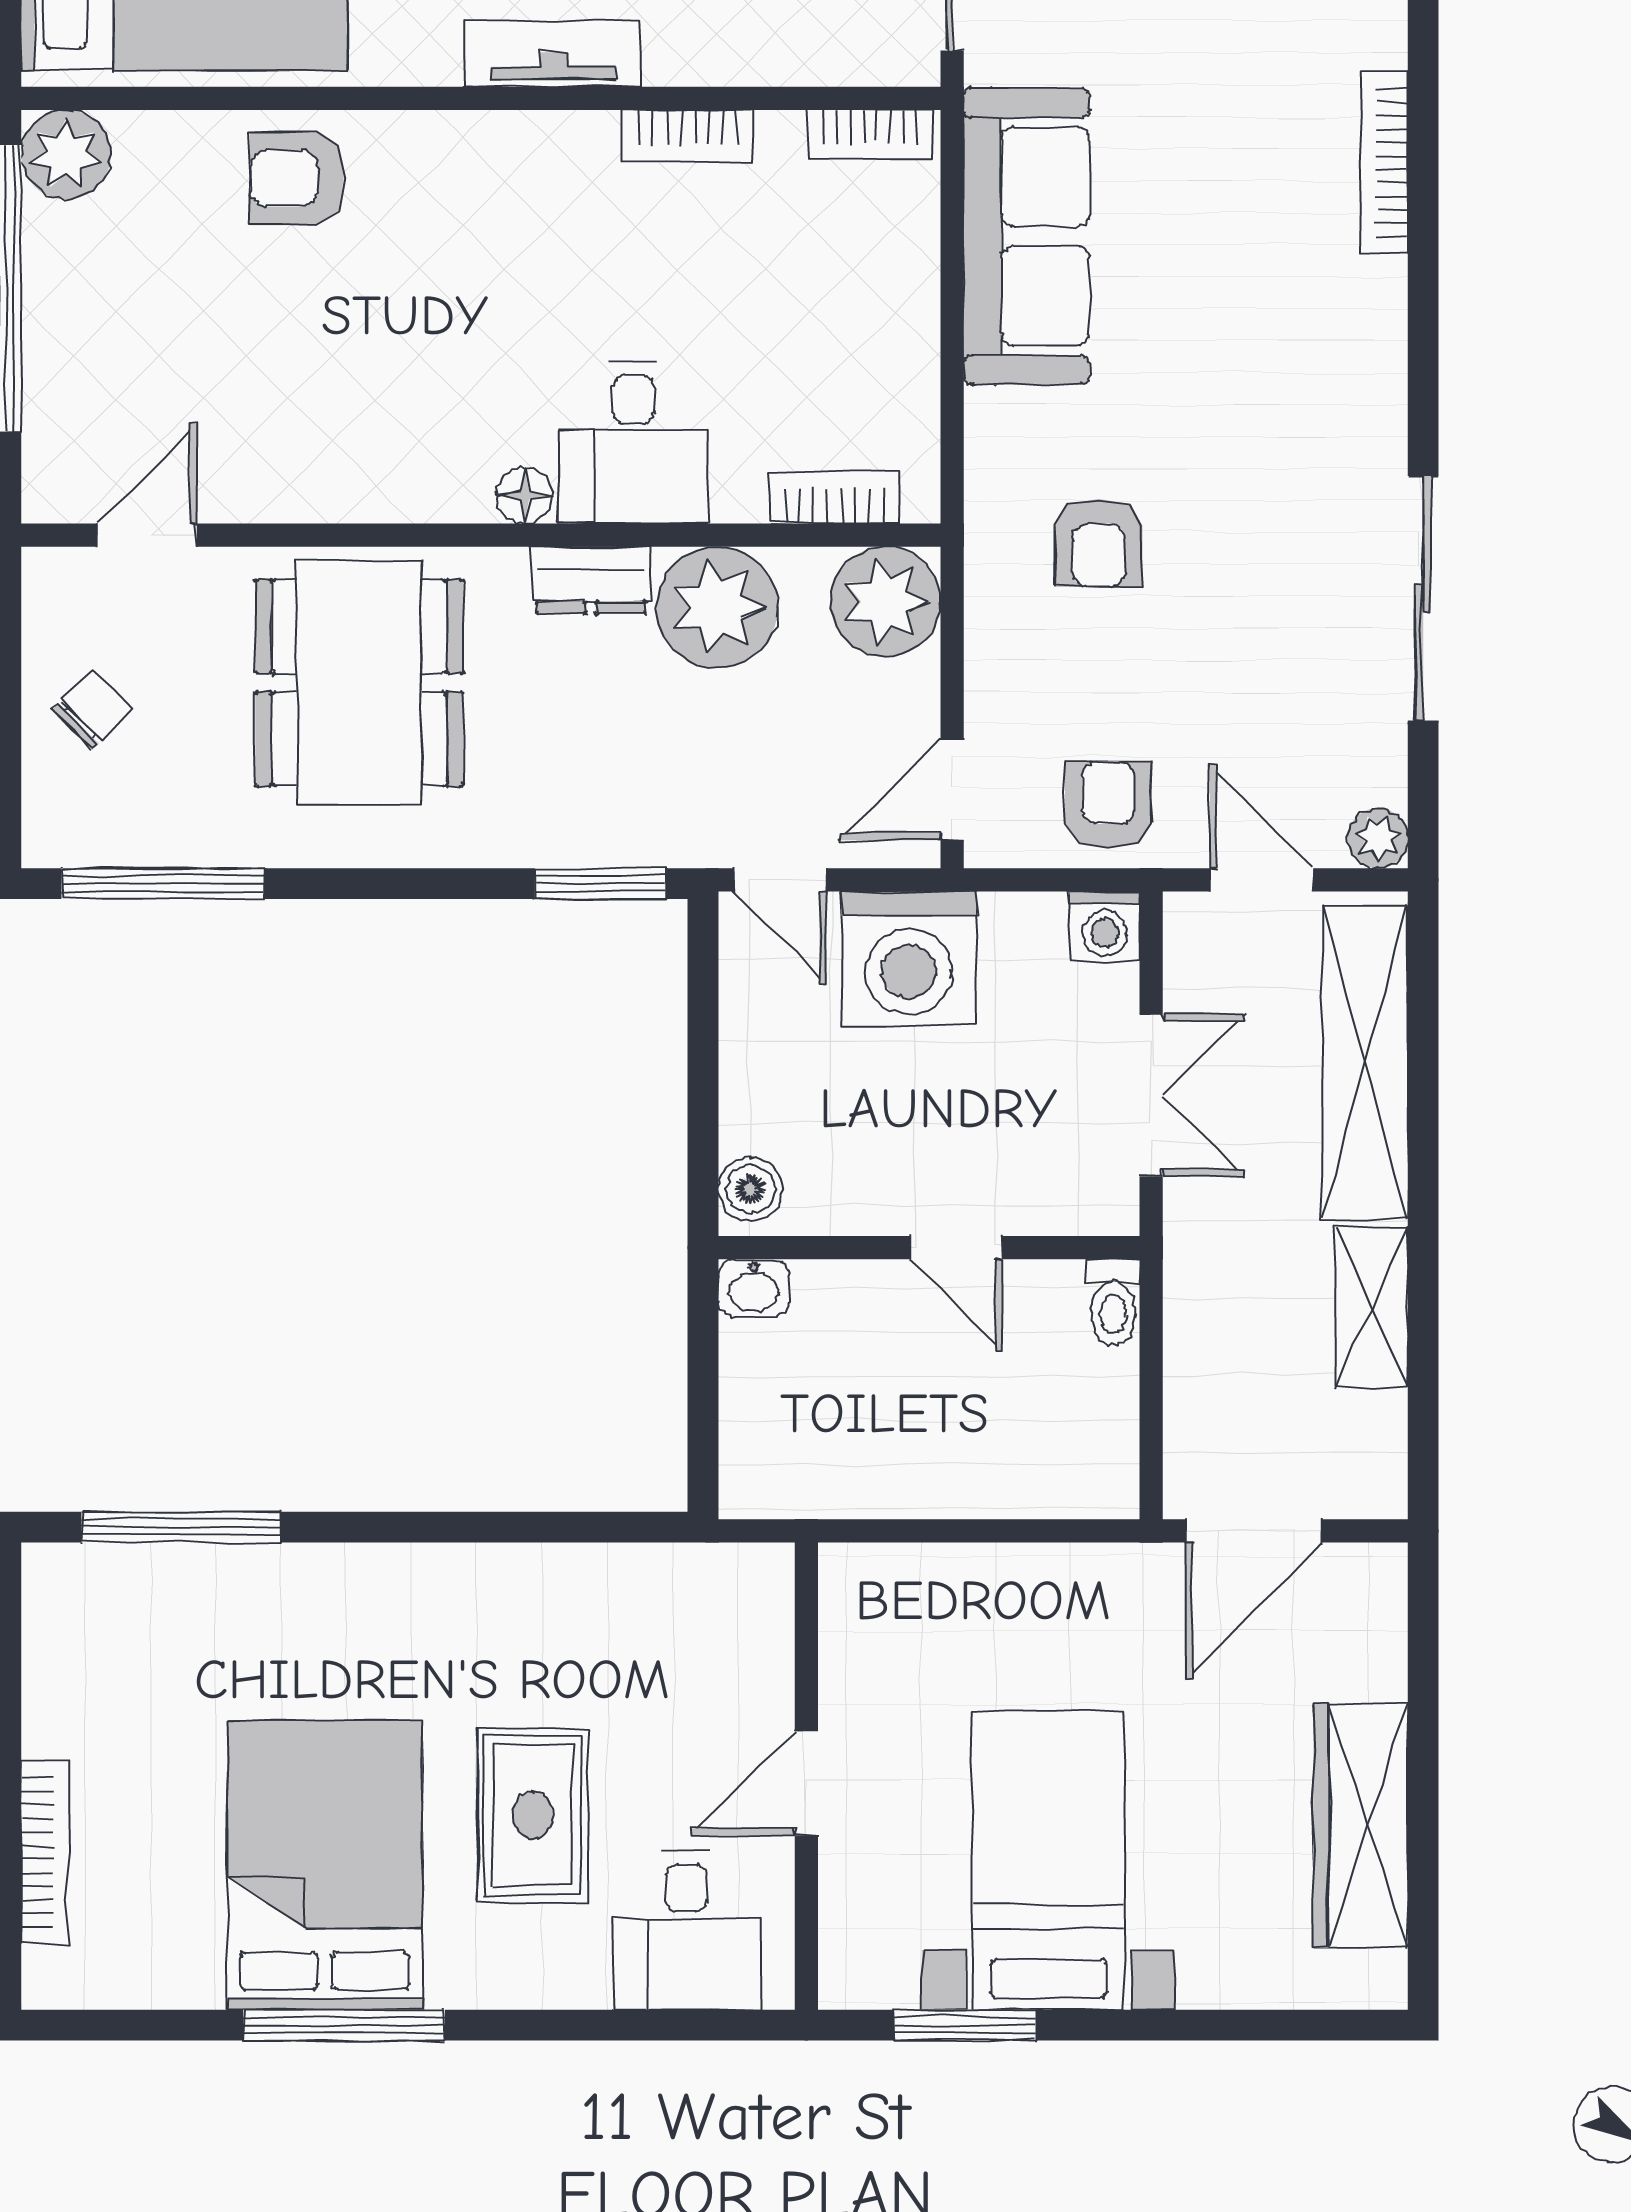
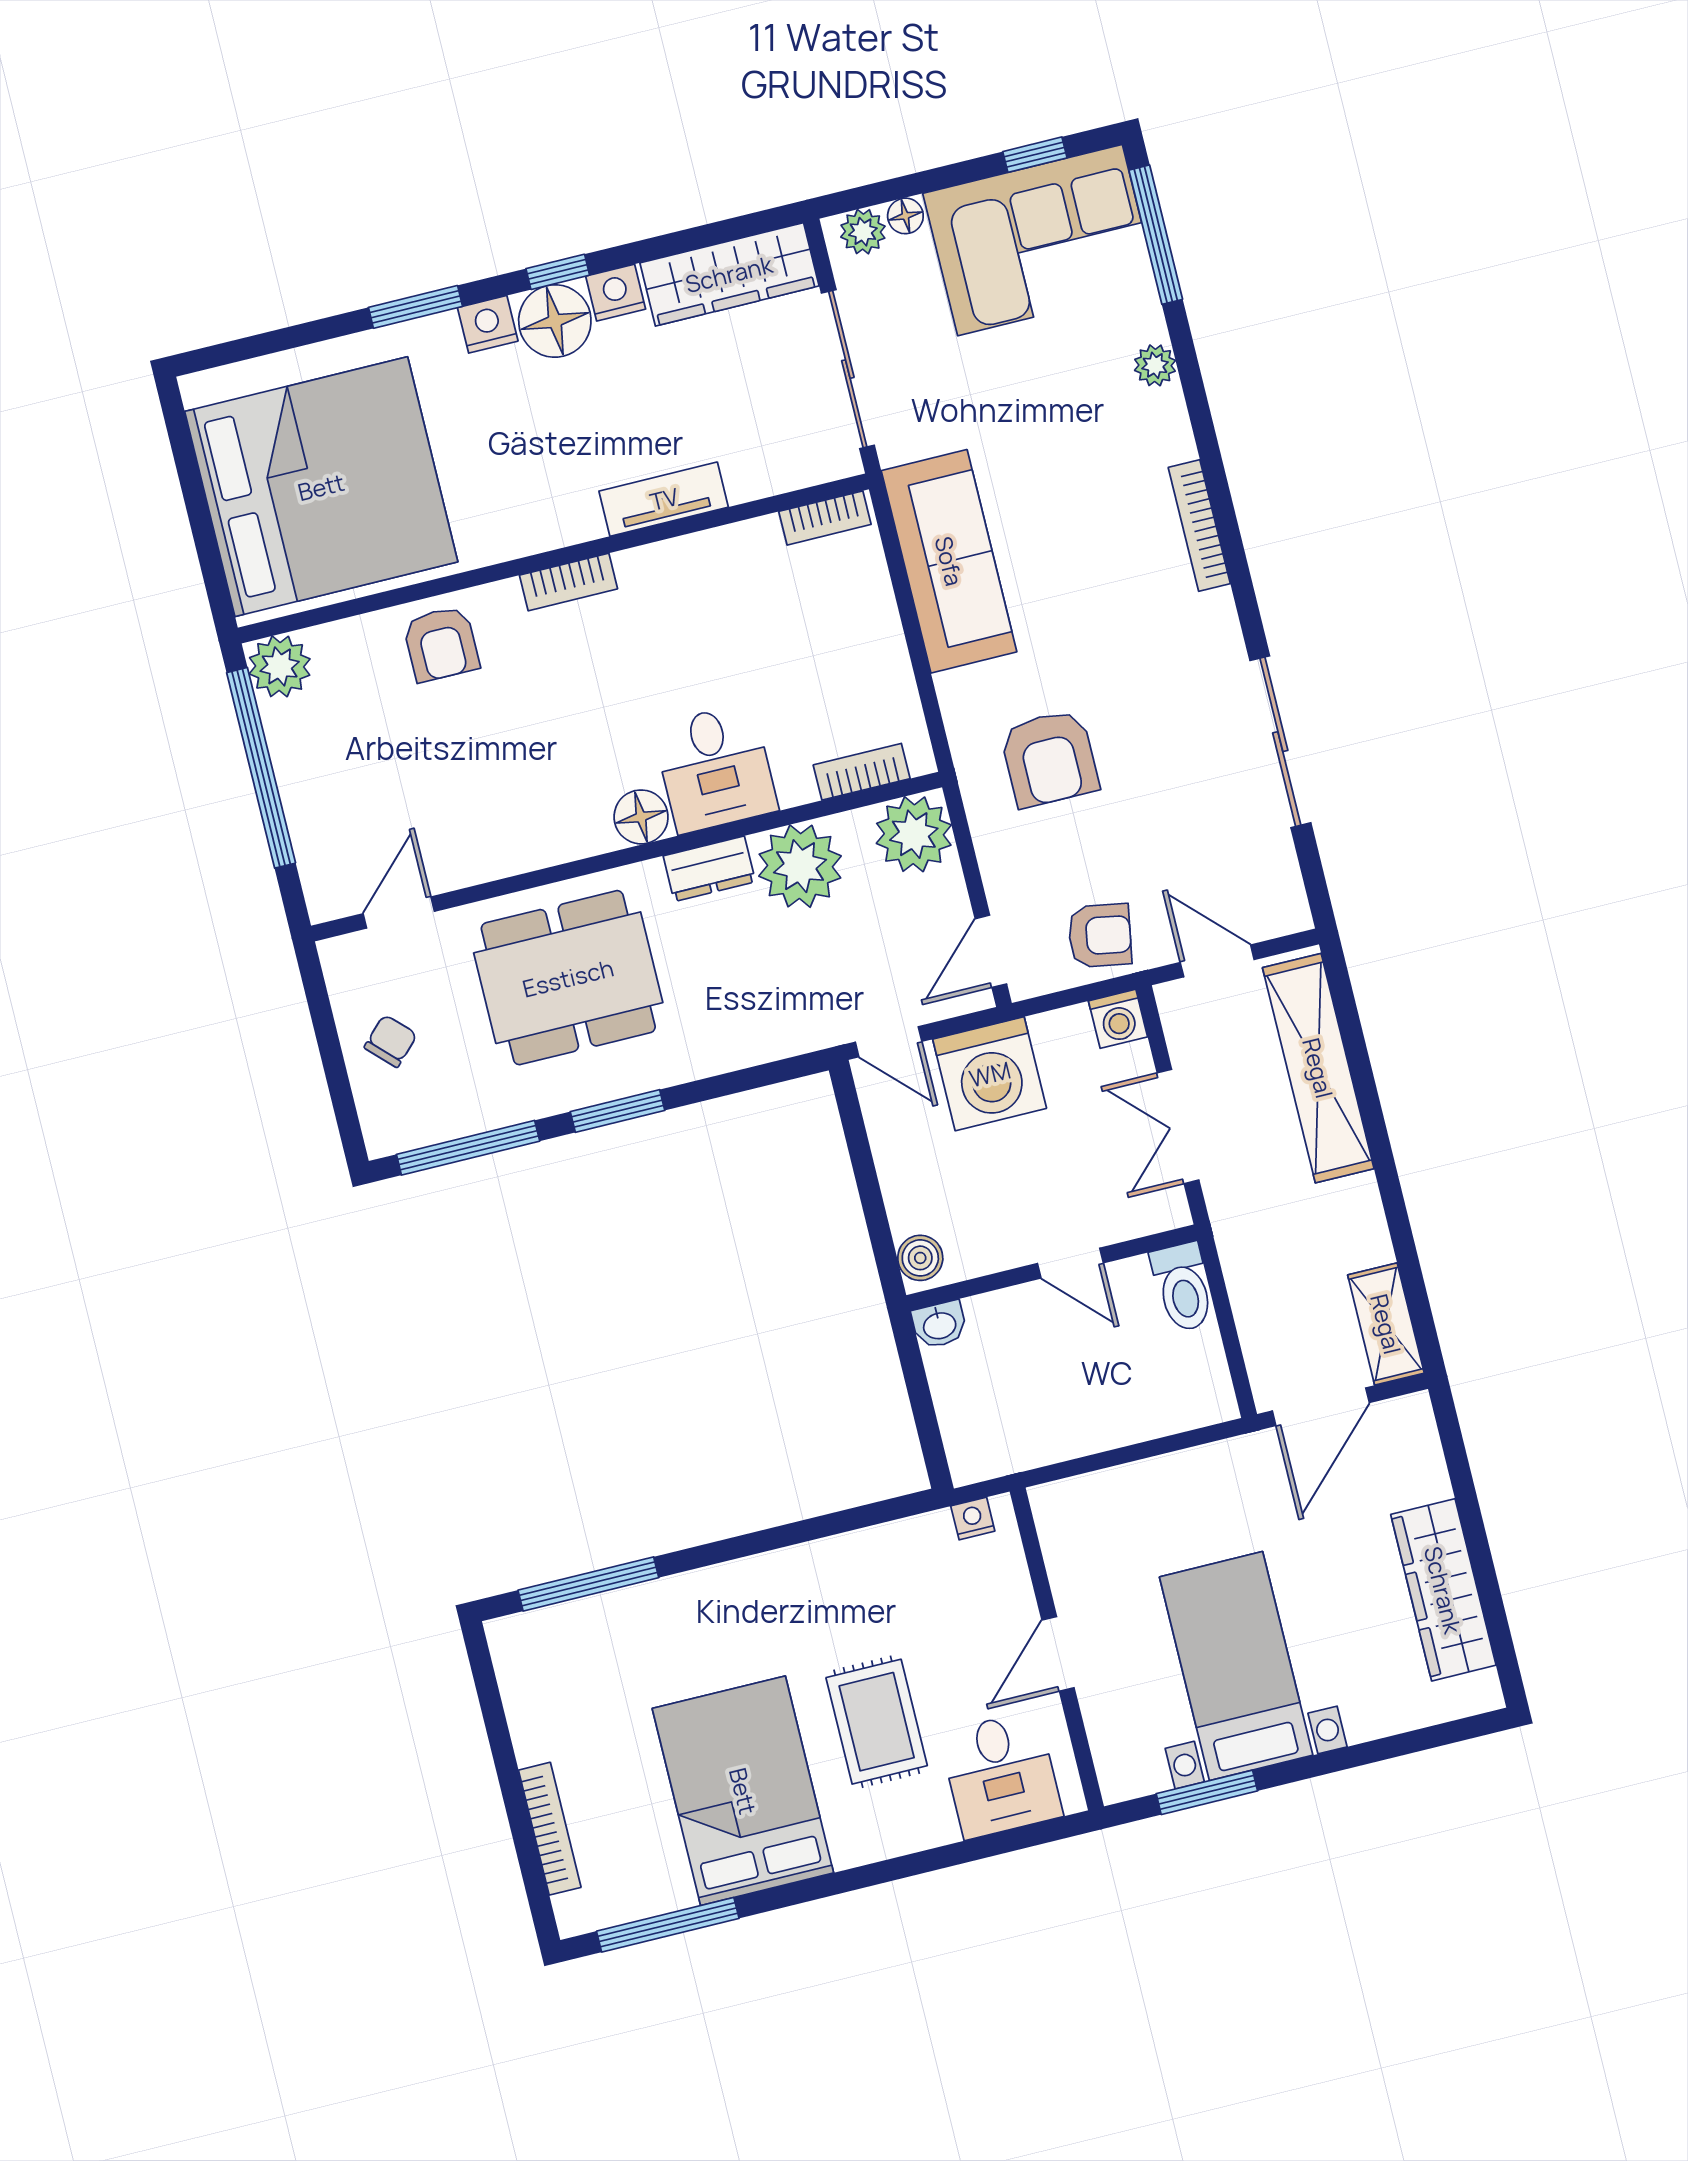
tv unit: (553, 54) -> (664, 499), moved
bookcase: (688, 136) -> (568, 582), moved
bookcase: (1385, 163) -> (1199, 526), moved
armchair: (297, 178) -> (441, 644), turned -90
floor lamp: (525, 496) -> (641, 817), width x1.37, depth x1.37
armchair: (1099, 543) -> (1049, 758), width x1.38, depth x1.38
dining table: (359, 683) -> (568, 978), turned 90
armchair: (1108, 805) -> (1100, 935), turned 100
plant: (1378, 838) -> (1155, 365), moved
window: (601, 884) -> (617, 1111), moved
double door: (1151, 1095) -> (1178, 1126), swing flipped
toilet: (1113, 1302) -> (1183, 1287), width x1.37, depth x1.39
shelving: (1372, 1307) -> (1386, 1324), moved
nightstand: (735, 1567) -> (973, 1519), added
window: (344, 2025) -> (668, 1925), moved

